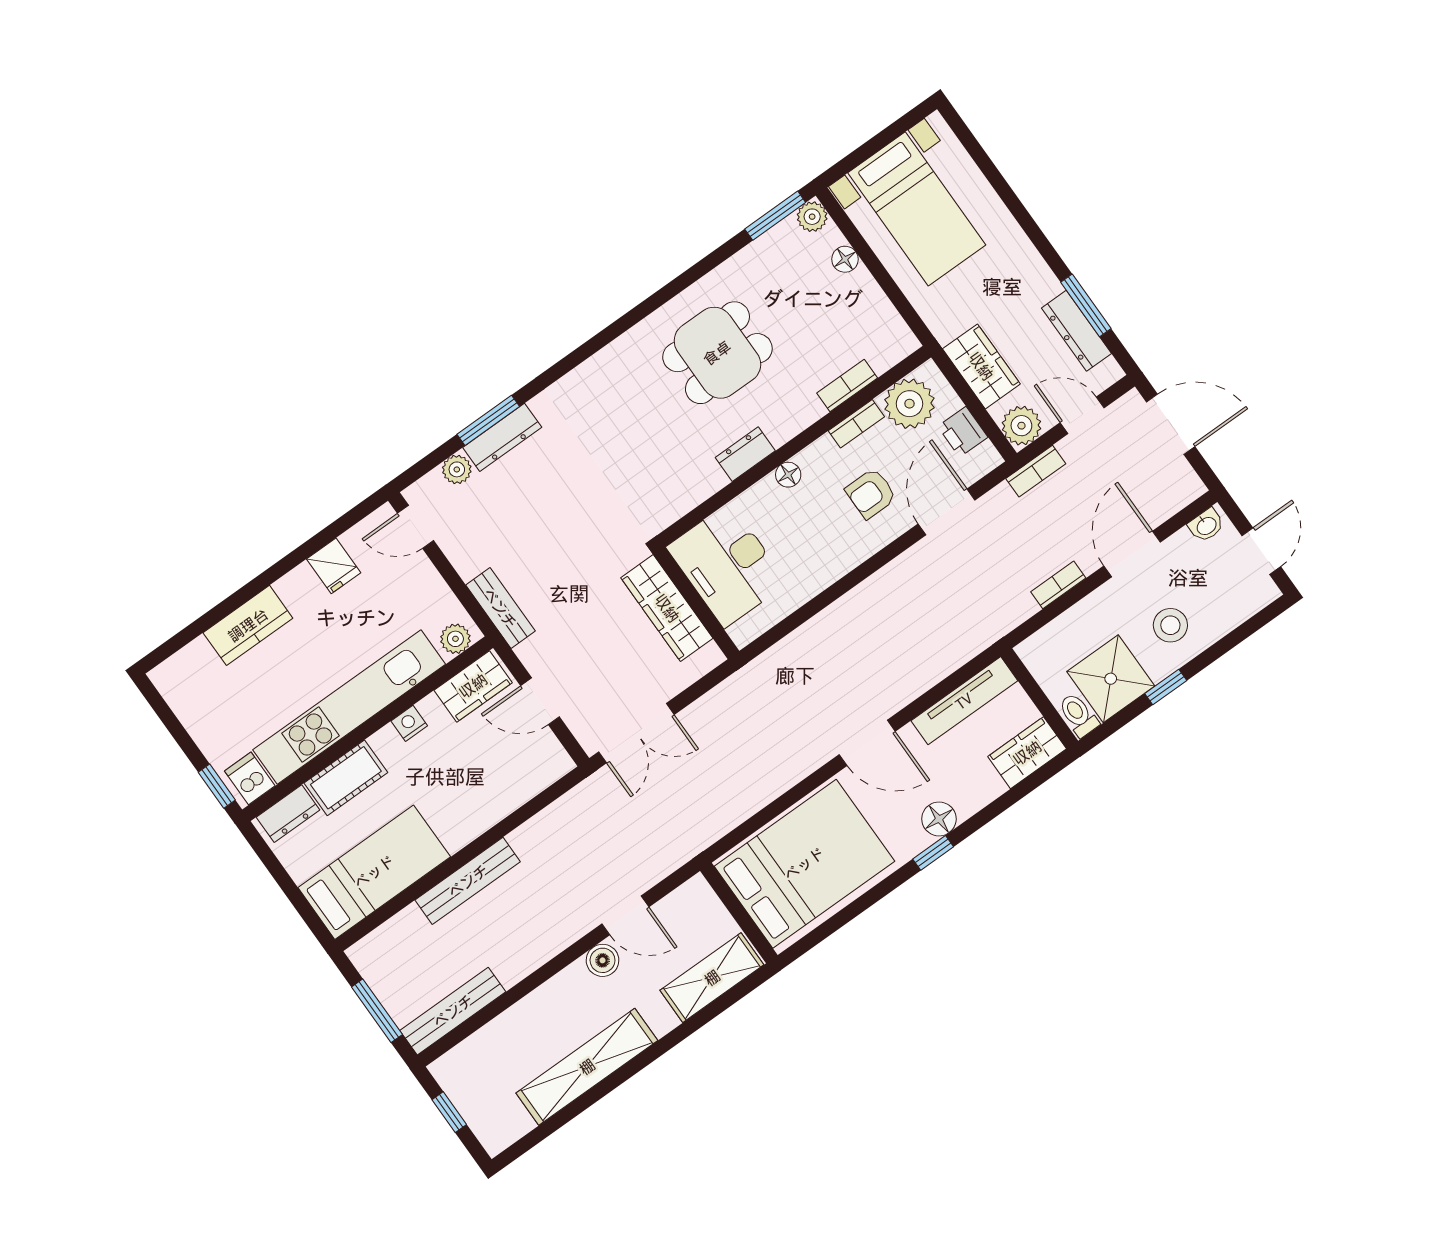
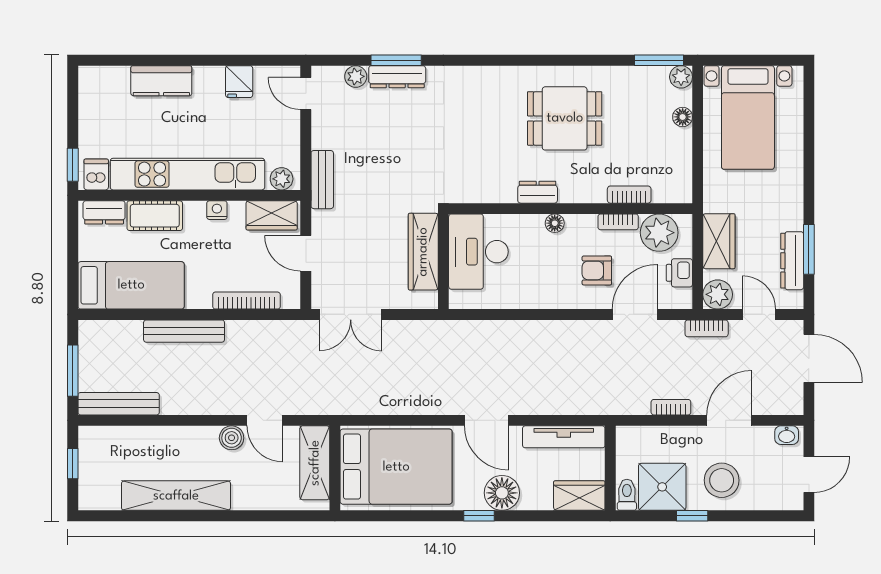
stool: (1170, 625) -> (722, 480), width x1.38, depth x1.38
bookcase: (512, 799) -> (246, 301), added
floor lamp: (939, 819) -> (502, 493), width x1.38, depth x1.38
shelving: (712, 978) -> (315, 463), moved, turned 90

